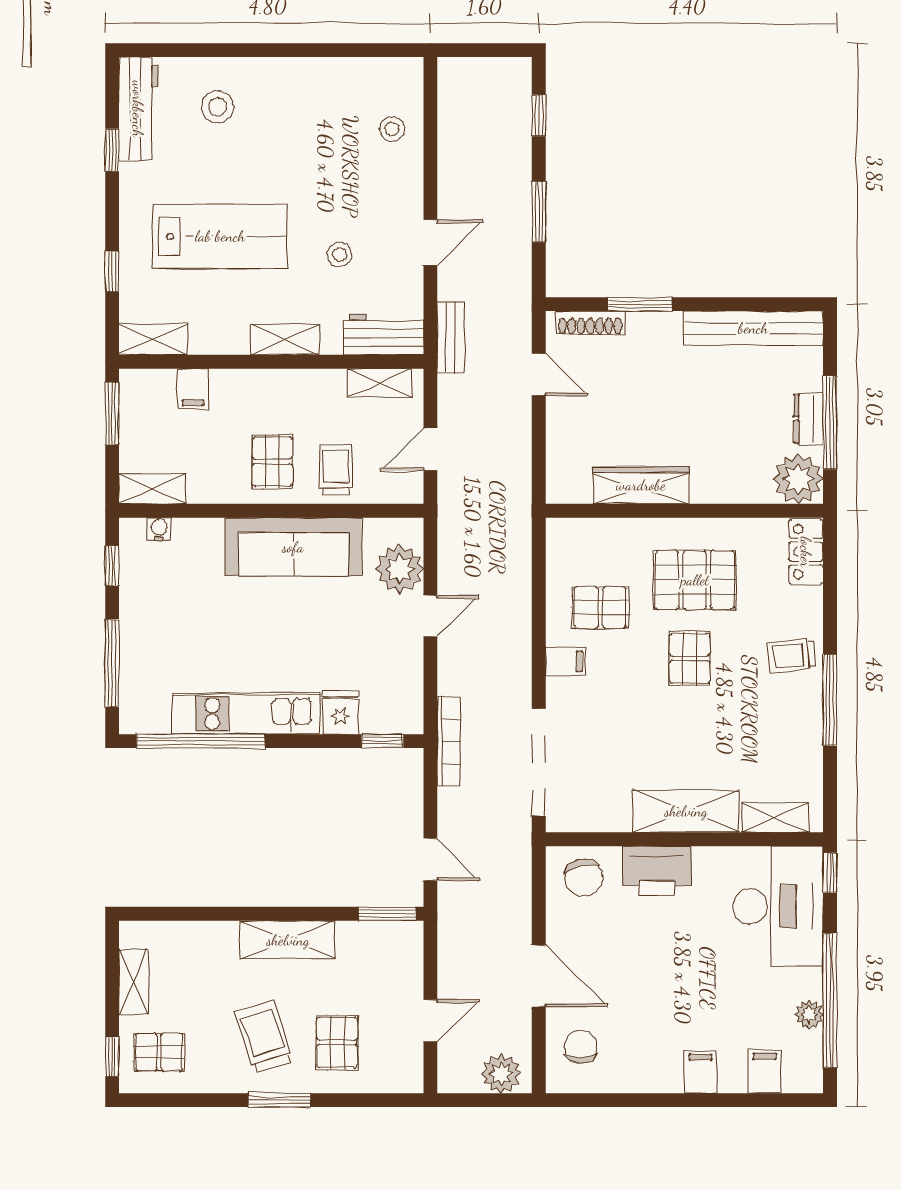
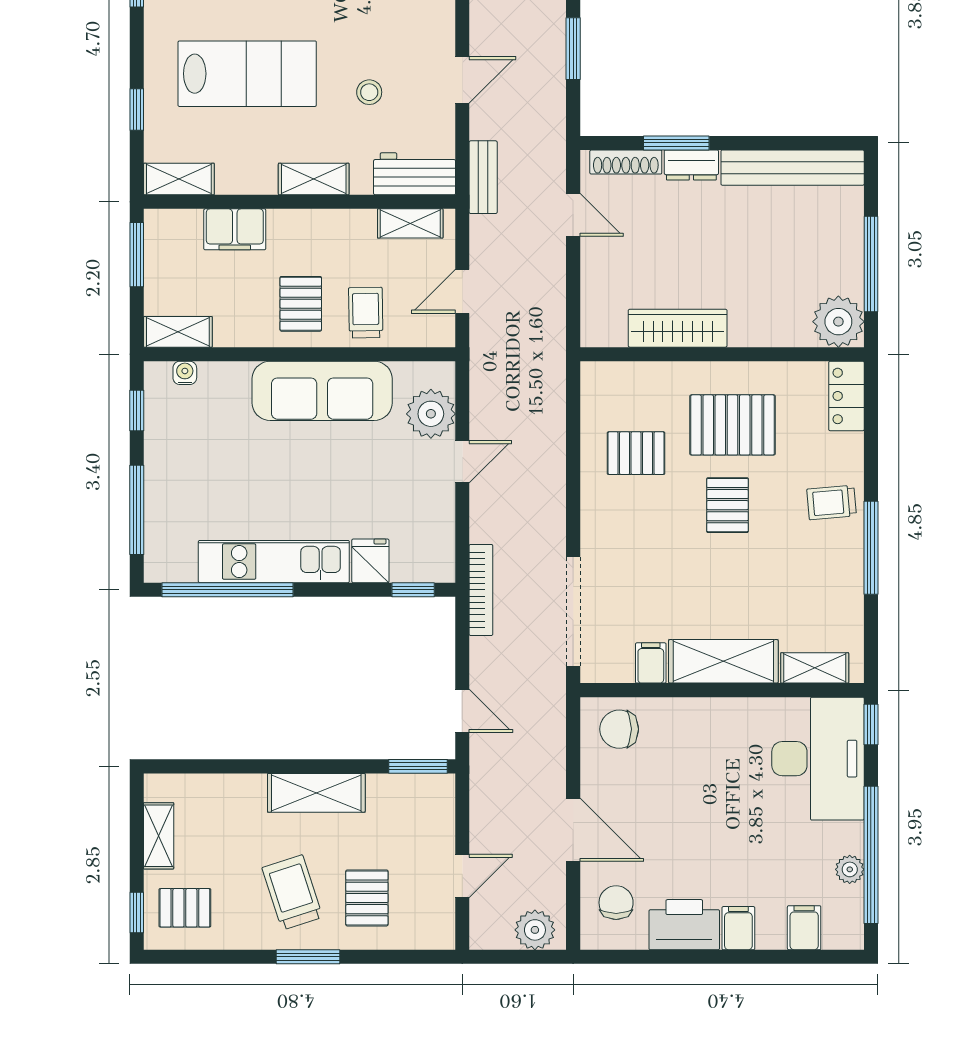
filing cabinet: (193, 389) -> (235, 229), width x2.00
dresser: (808, 419) -> (691, 165), moved, turned -90
filing cabinet: (565, 661) -> (651, 663), moved, turned -90
printer: (657, 871) -> (684, 925), moved, turned 180
chair: (584, 877) -> (619, 729), turned 103

